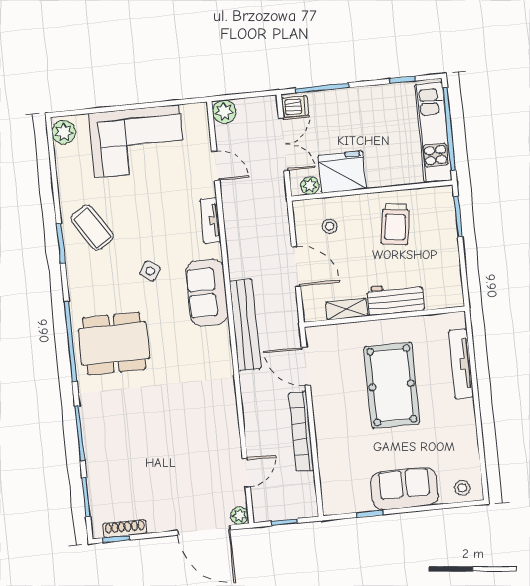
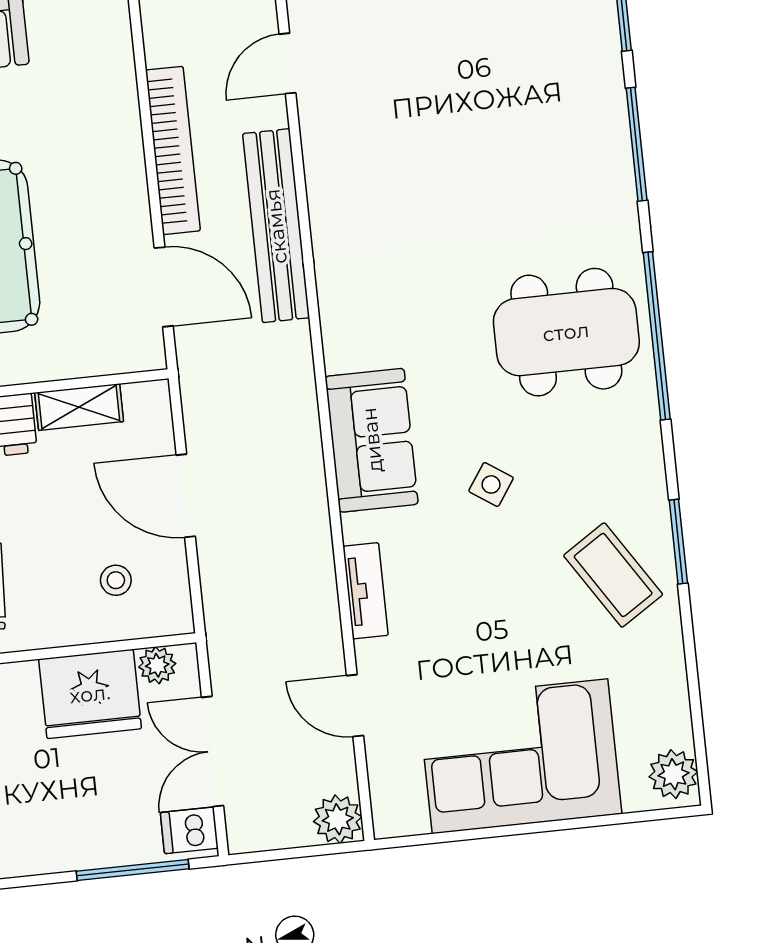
bench: (245, 325) -> (276, 226), moved

